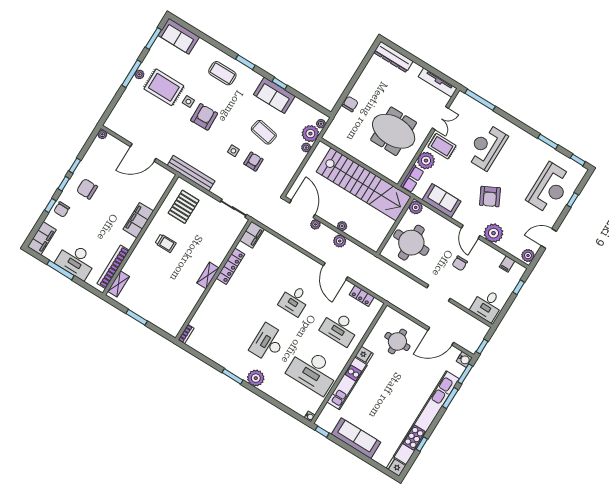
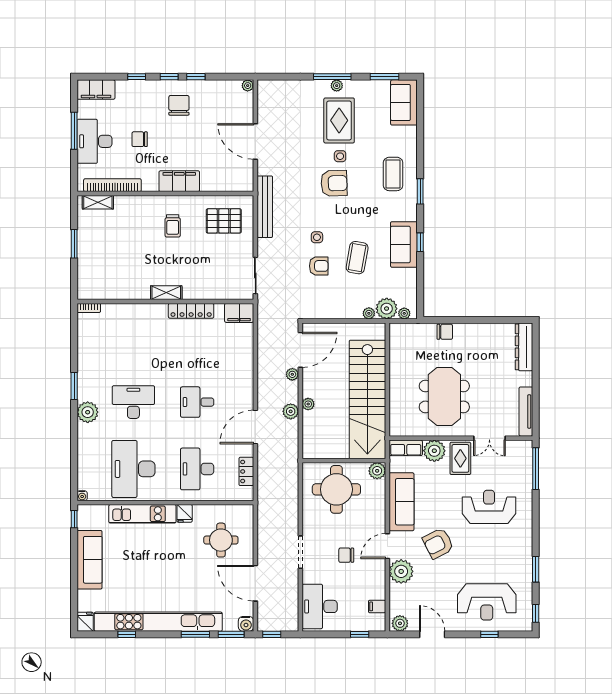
sofa: (442, 201) -> (402, 502), width x1.36
chair: (62, 209) -> (140, 139), moved
desk: (487, 305) -> (320, 606), width x1.37

